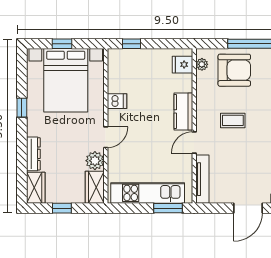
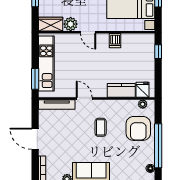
kitchen counter: (183, 111) -> (121, 90), moved

